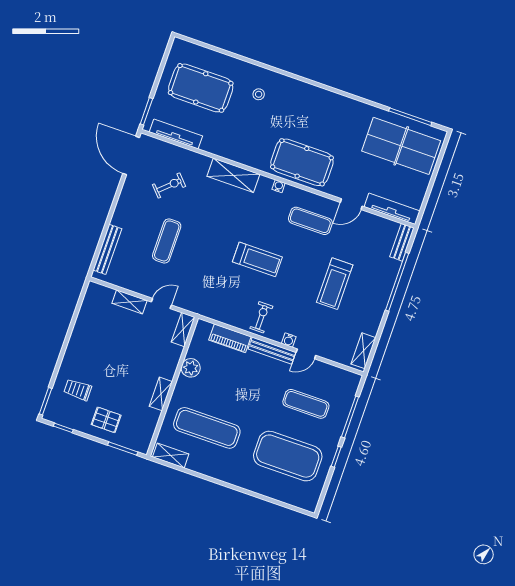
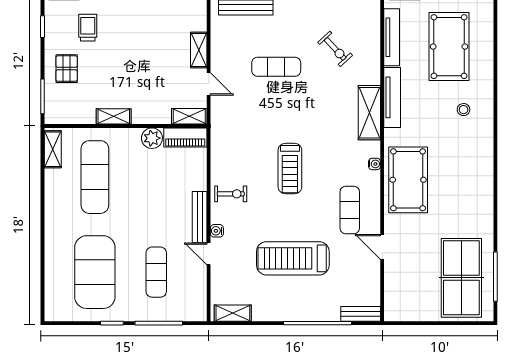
tv unit: (392, 209) -> (392, 97), moved
treadmill: (335, 284) -> (293, 258), width x1.37, depth x1.38
piano: (230, 338) -> (185, 137), moved, turned -90

